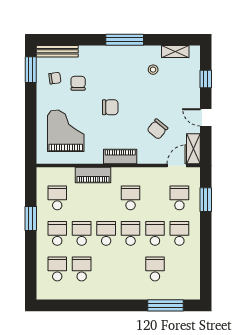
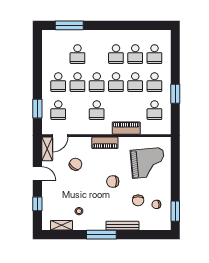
bench: (57, 51) -> (122, 226), moved
grand piano: (66, 131) -> (148, 163), turned -95
school desk: (106, 269) -> (116, 54), added

